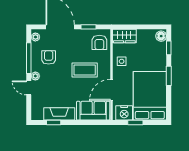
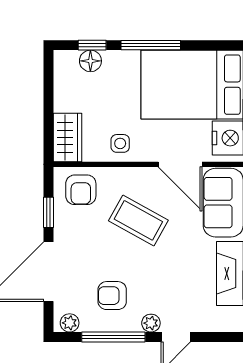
floor lamp: (161, 36) -> (90, 61), moved
armchair: (99, 42) -> (81, 190), turned 90
coffee table: (85, 70) -> (138, 220), turned -61
window: (169, 76) -> (151, 45), width x1.44

